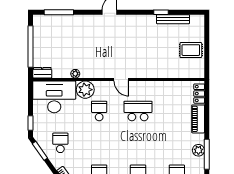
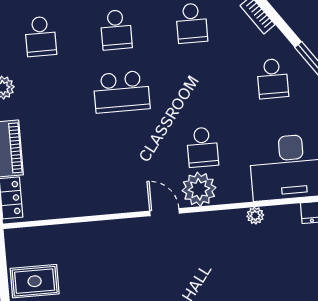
plant: (85, 90) -> (199, 189), moved
school desk: (138, 111) -> (122, 92), moved

